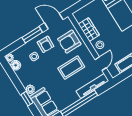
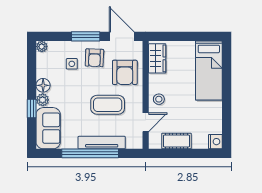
wardrobe: (89, 30) -> (157, 58), moved
armchair: (69, 42) -> (125, 72), turned -90
floor lamp: (16, 65) -> (43, 85), moved
tv unit: (92, 86) -> (102, 143), moved

